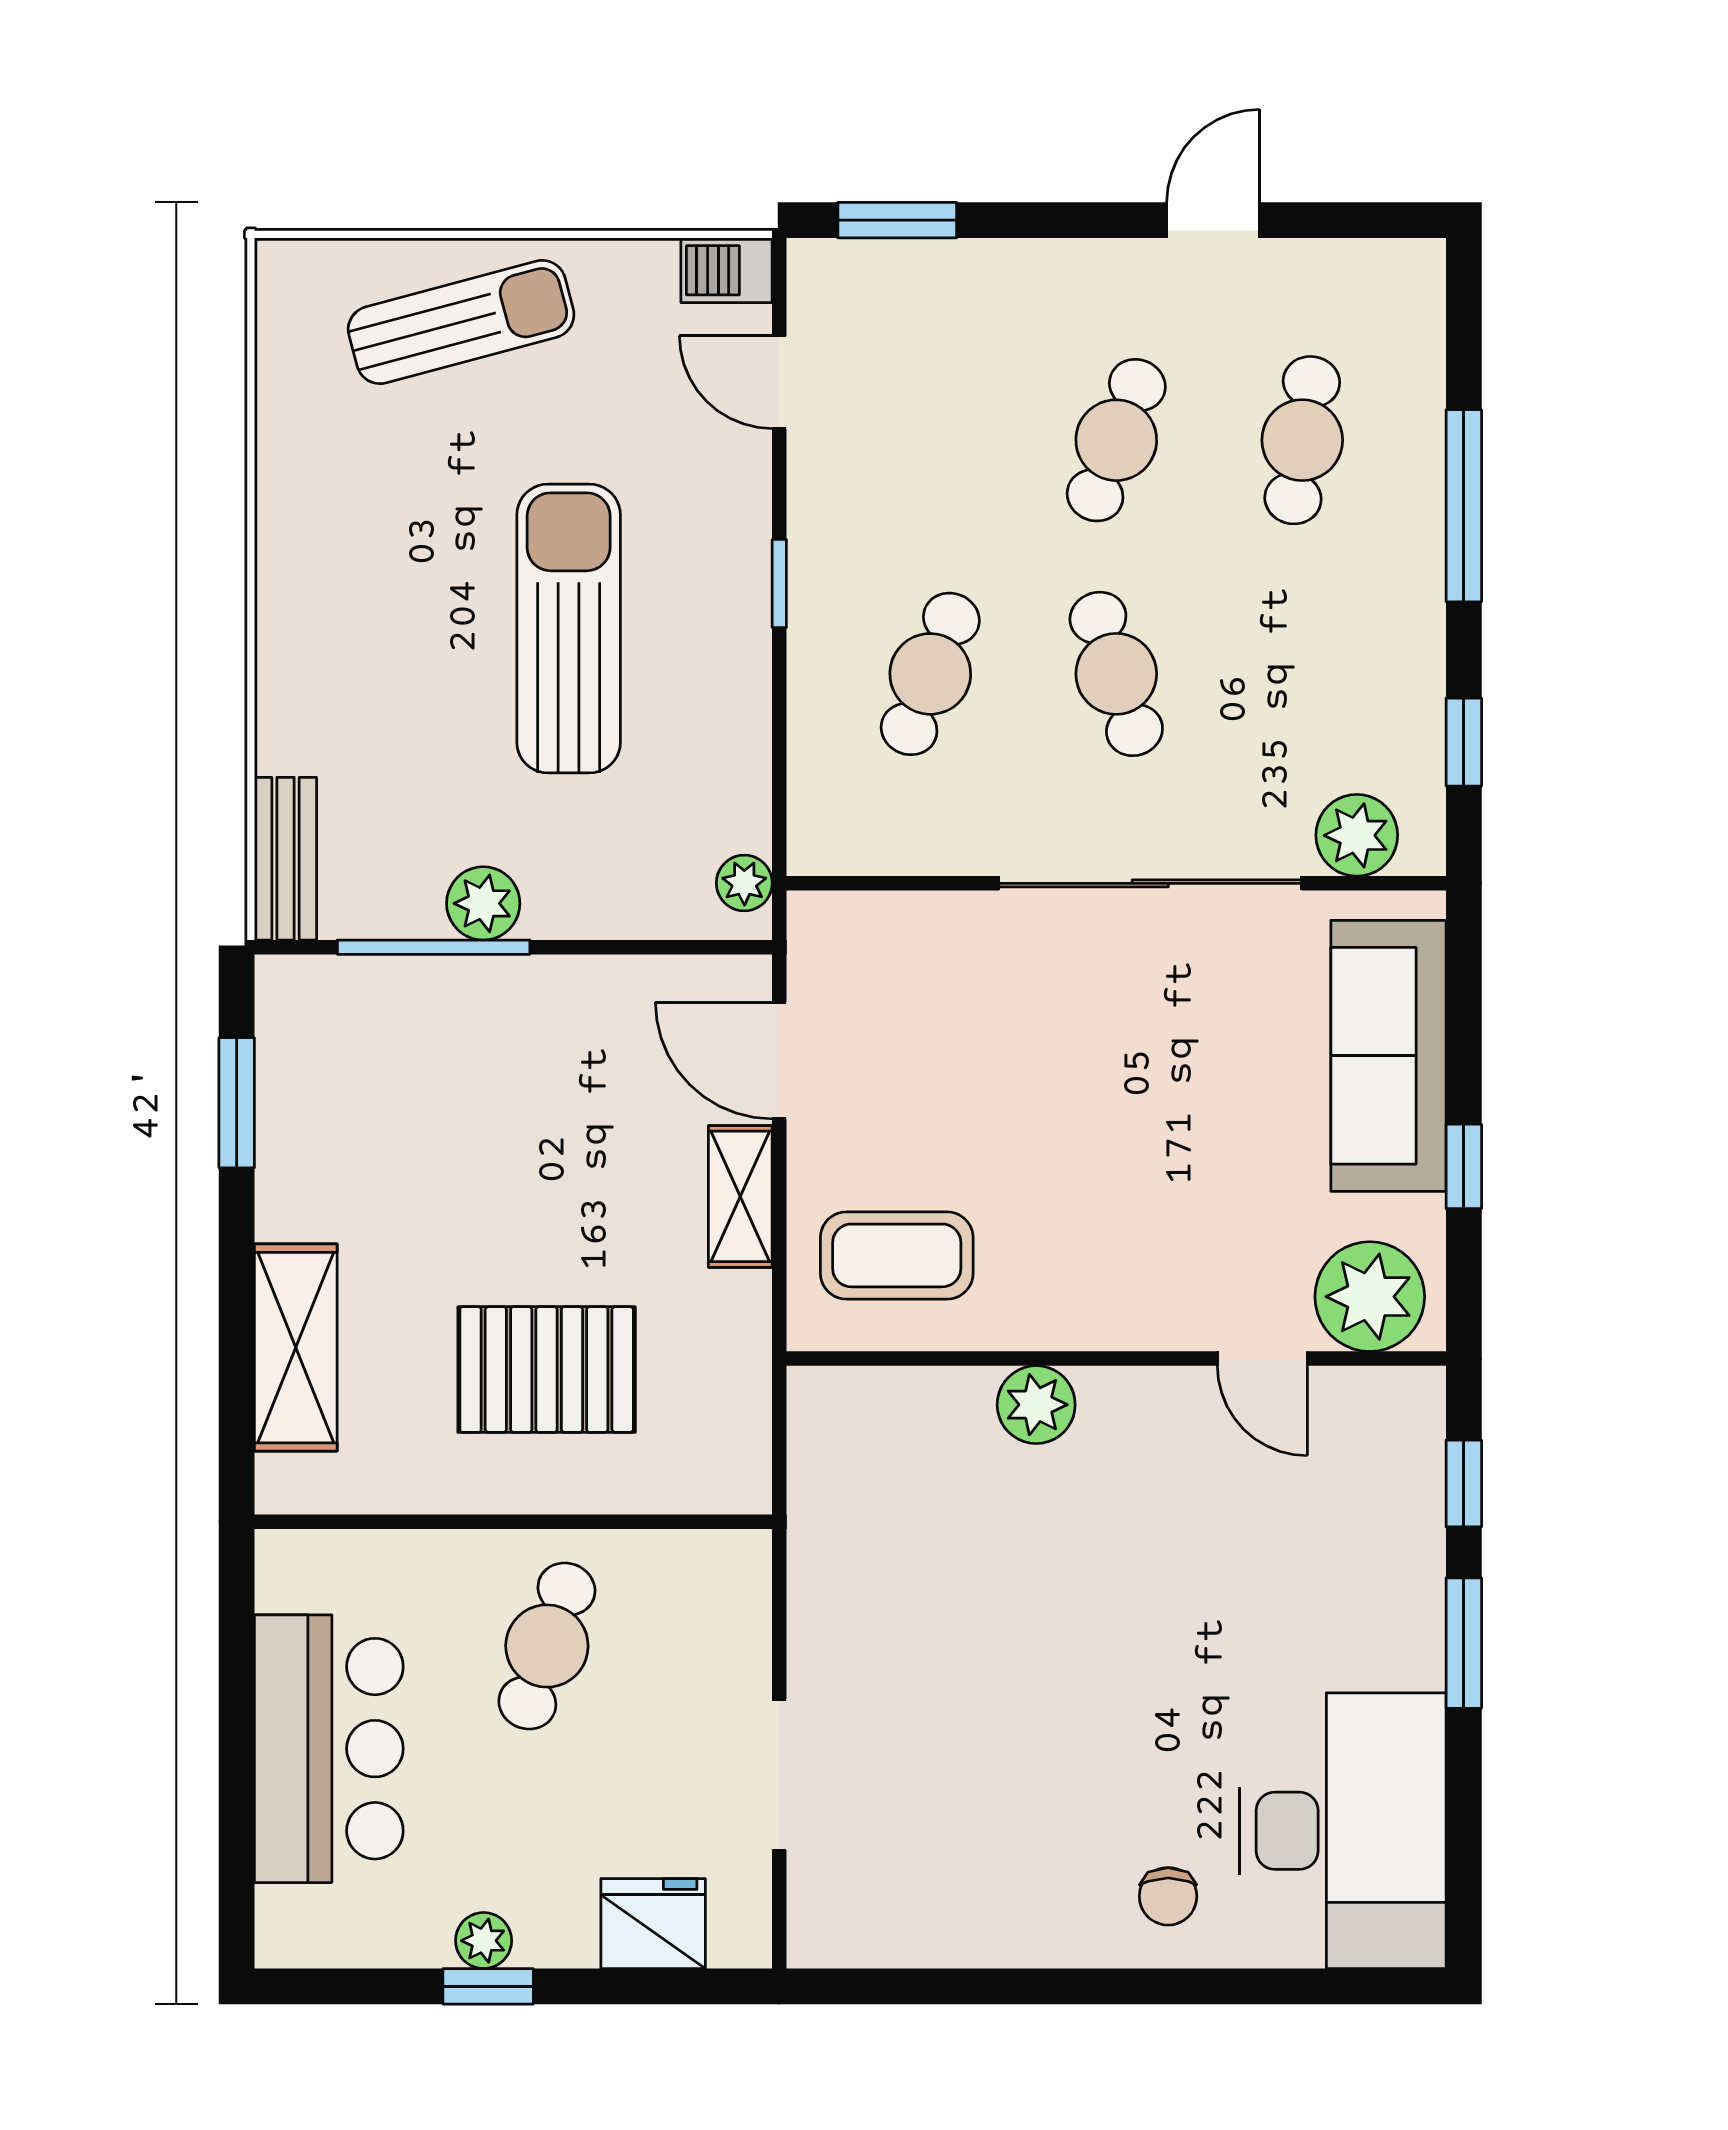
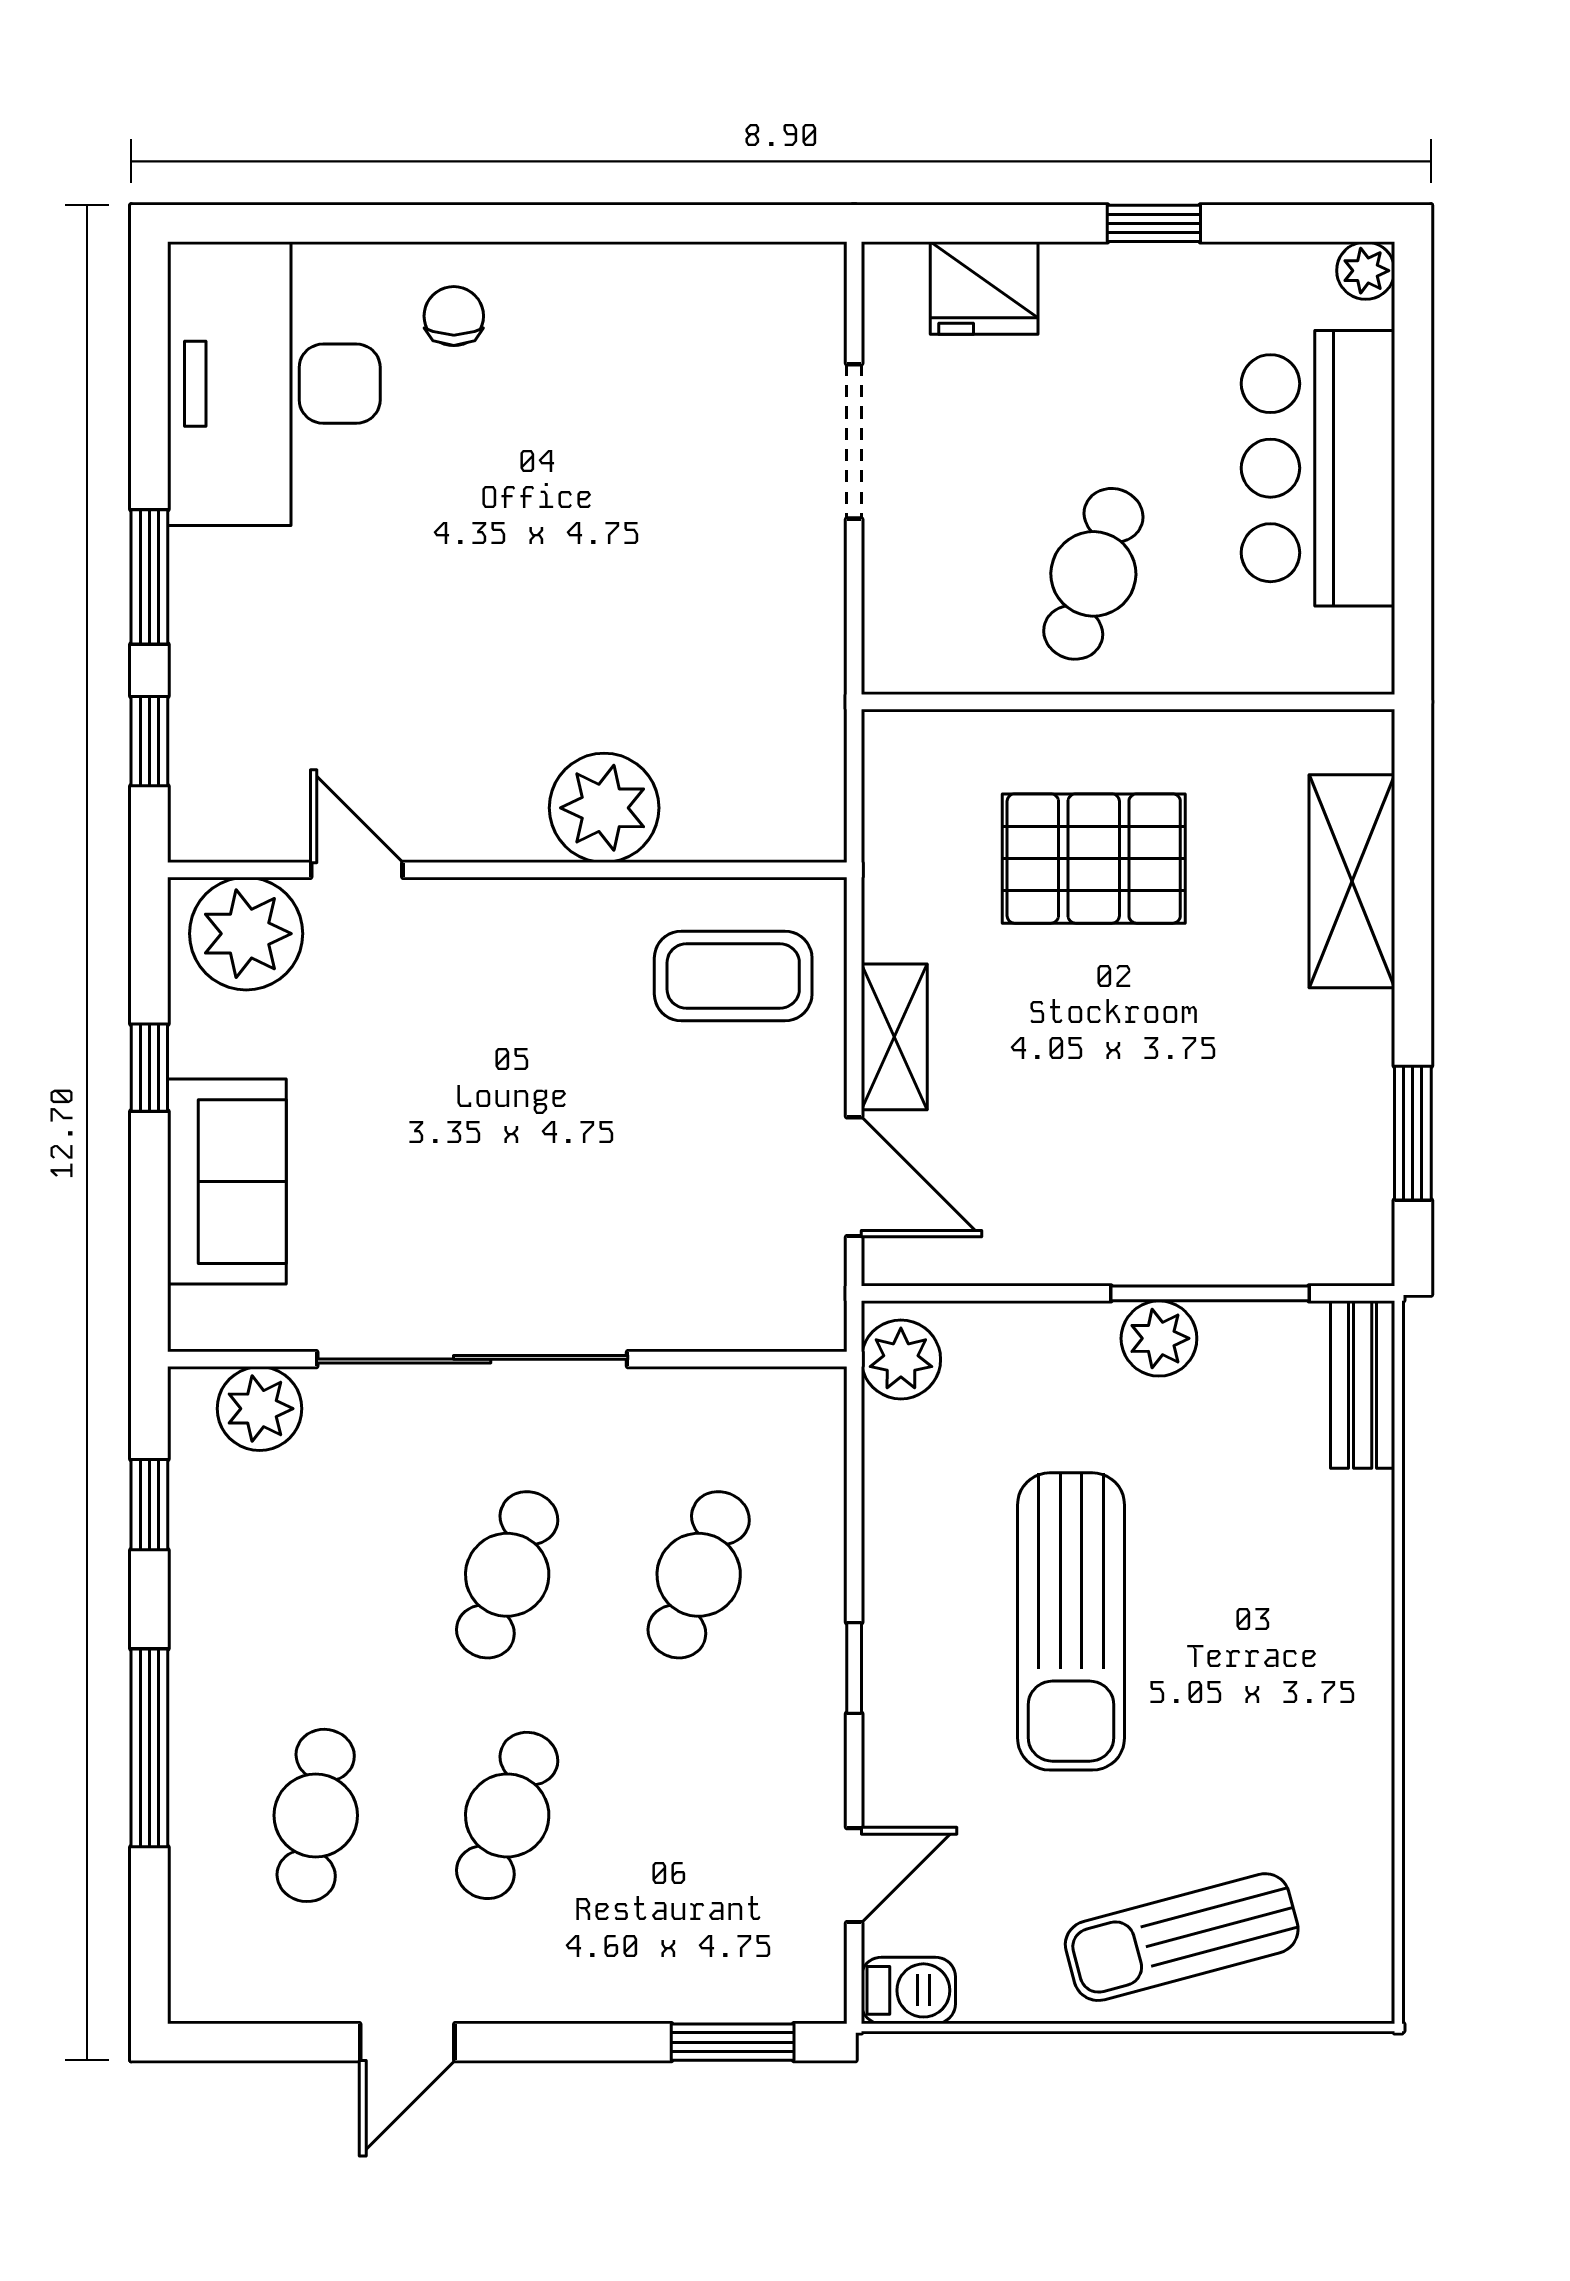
door: (779, 382) -> (854, 1875), hinge flipped
cafe table: (1116, 674) -> (507, 1575), turned 39
plant: (744, 883) -> (901, 1359), width x1.38, depth x1.38
sofa: (1388, 1056) -> (227, 1182), width x0.73
plant: (1036, 1405) -> (604, 808), width x1.36, depth x1.36
plant: (484, 1941) -> (1366, 271), moved

